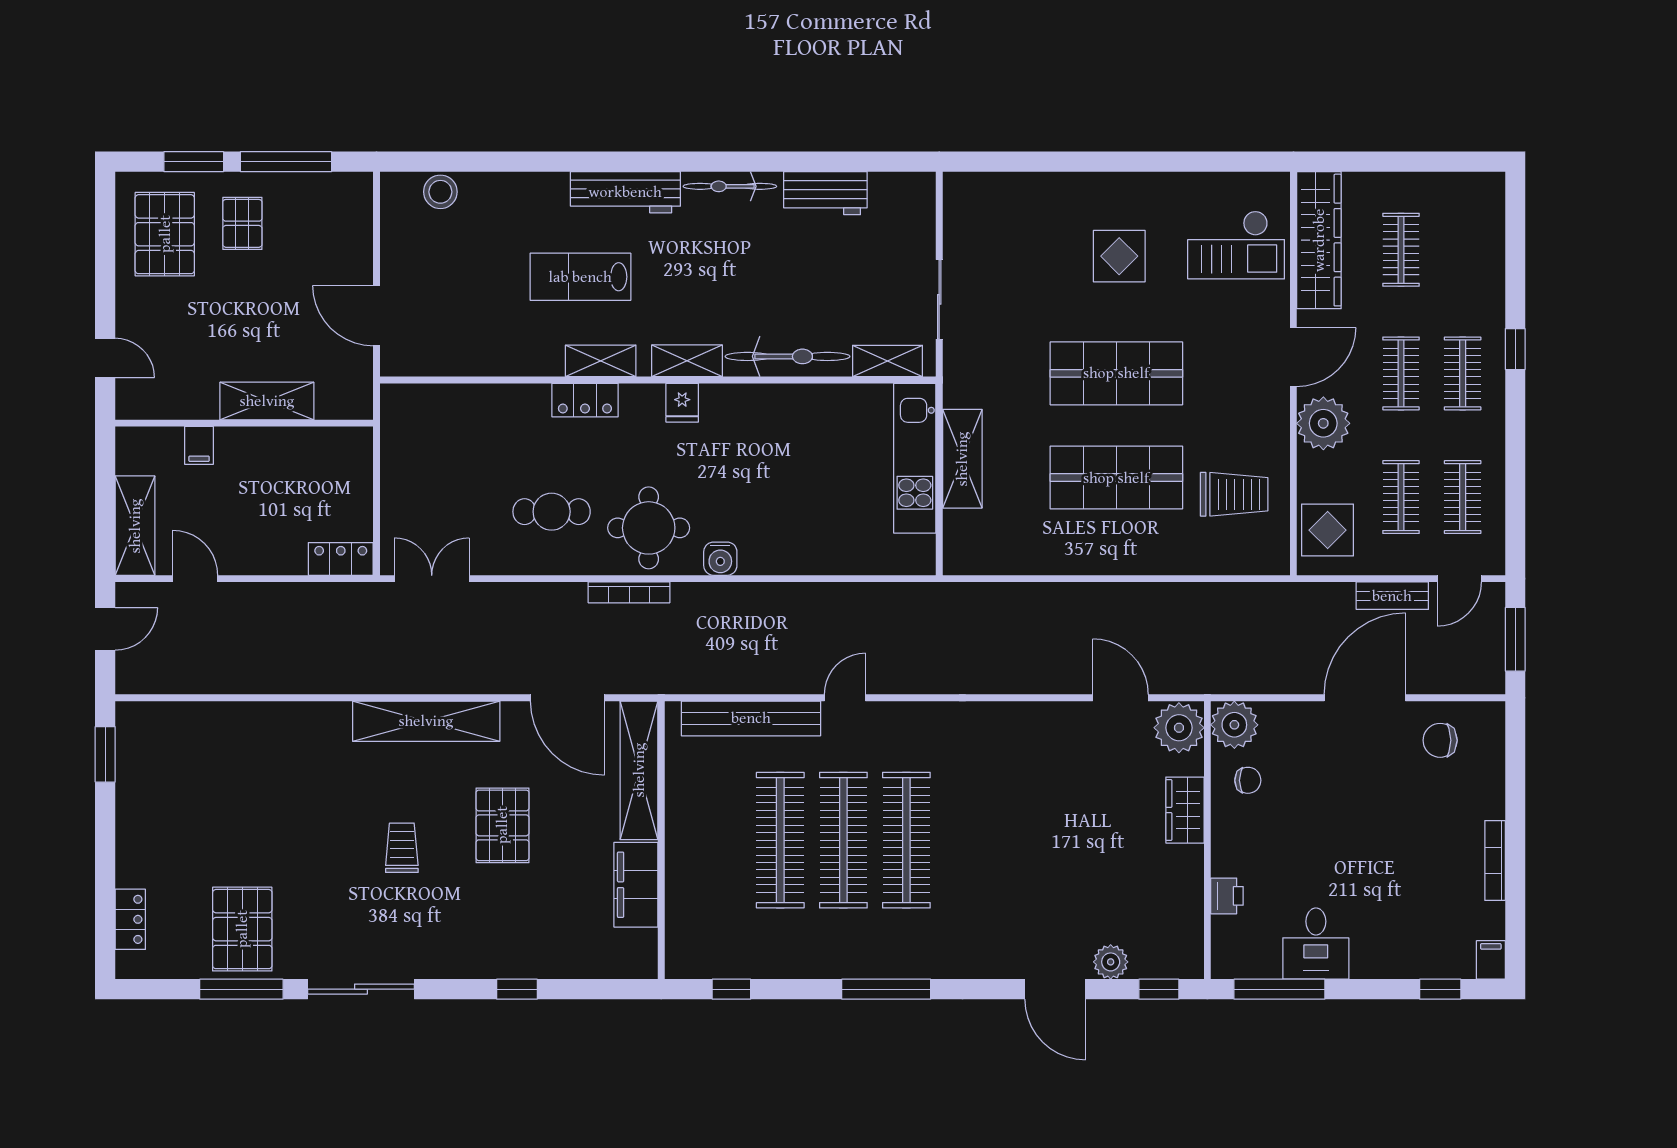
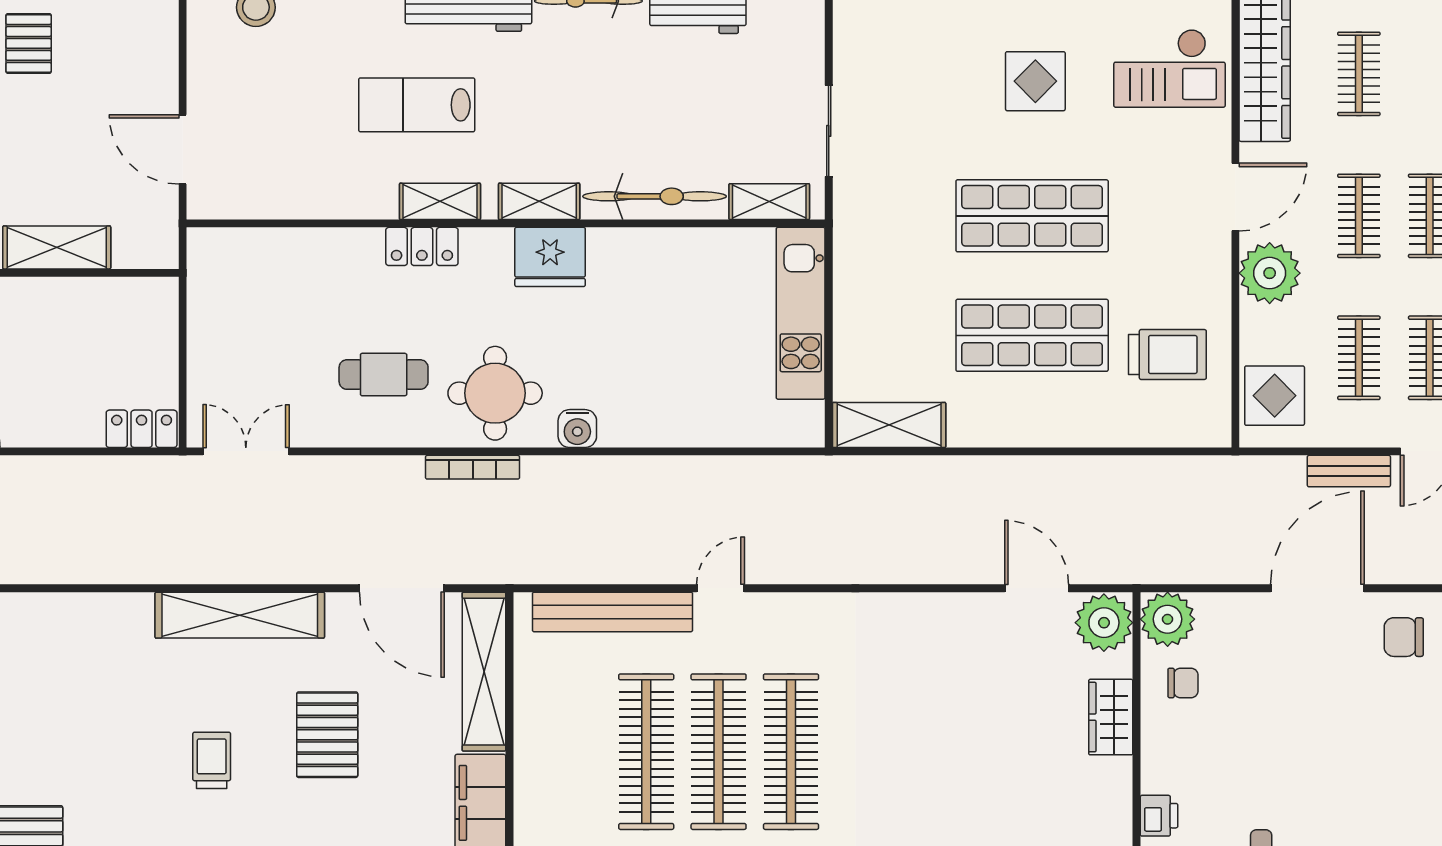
fridge: (682, 403) -> (550, 257), width x1.88, depth x1.34
shelving: (962, 459) -> (889, 425), moved, turned 90

